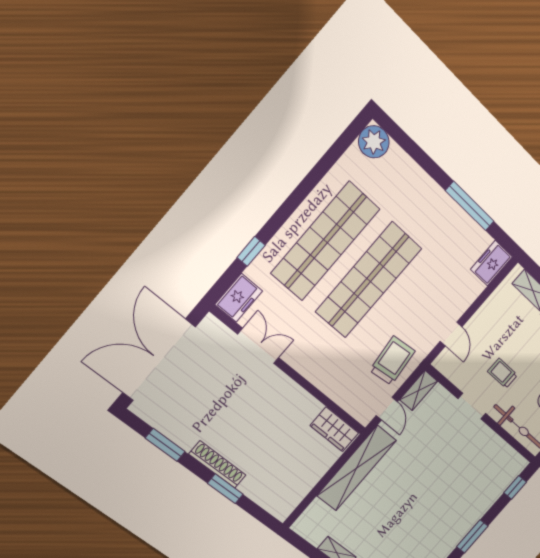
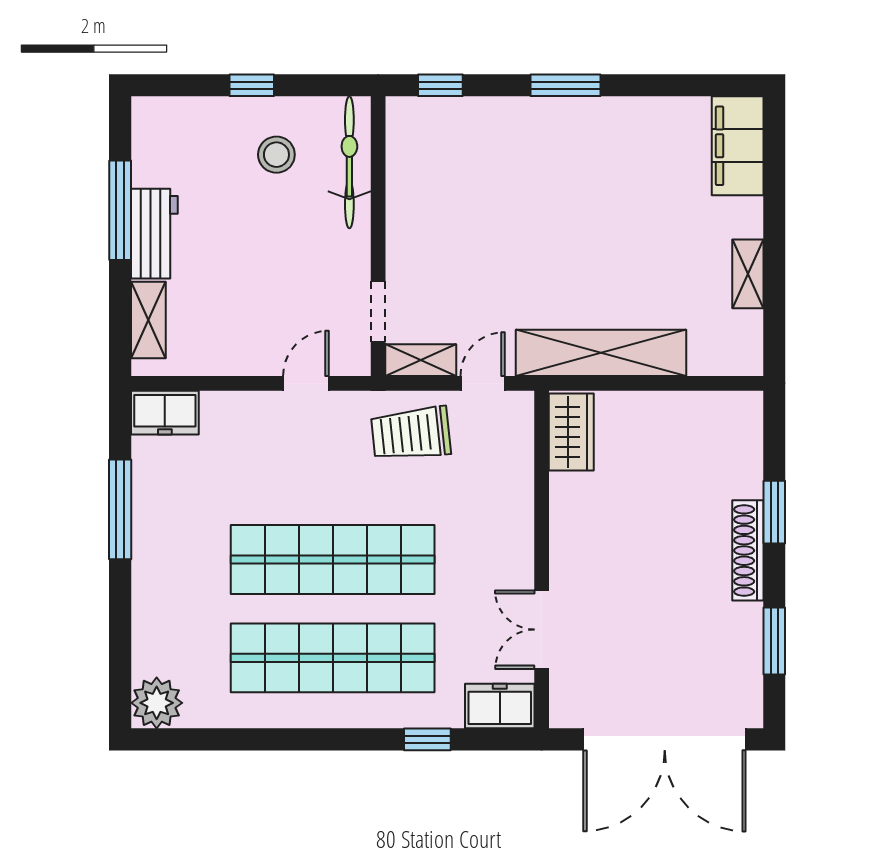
trolley: (503, 373) -> (296, 259), removed
doorway: (472, 406) -> (378, 312), moved

